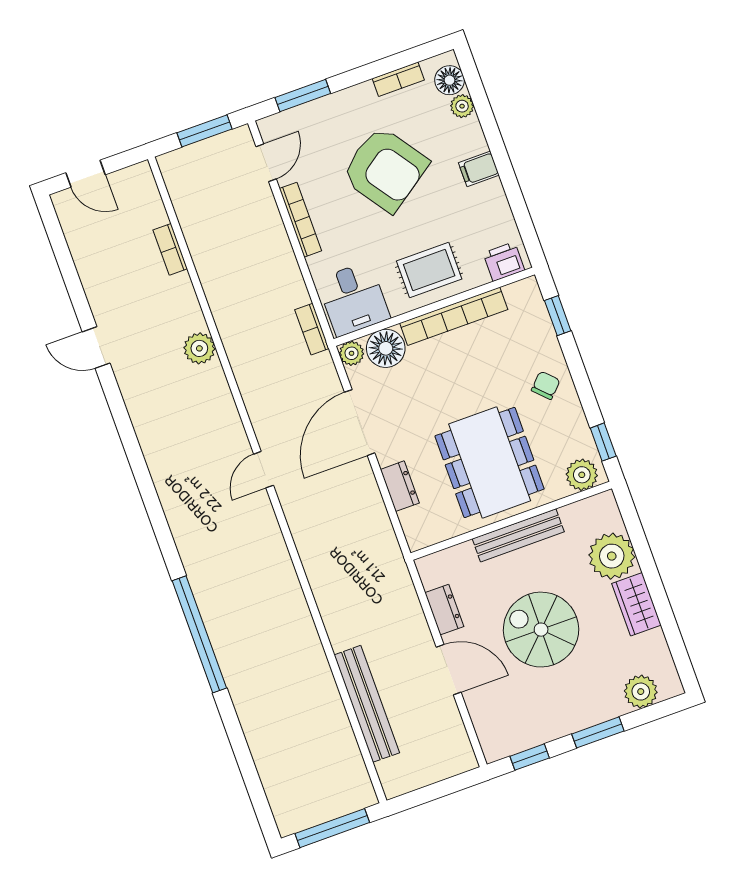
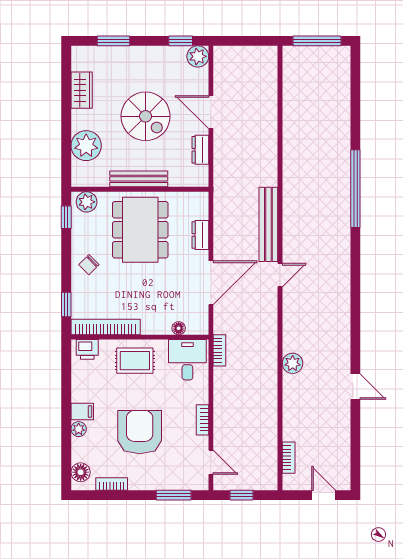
plant: (462, 106) -> (79, 429), moved
window: (204, 131) -> (242, 495), width x0.67
door: (266, 163) -> (211, 462), swing flipped
armchair: (385, 169) -> (140, 432), turned 35
bookcase: (300, 220) -> (202, 420), width x0.64
bookcase: (170, 249) -> (289, 458), moved
bookcase: (454, 316) -> (106, 327), moved
floor lamp: (386, 348) -> (179, 328), width x0.53, depth x0.53
plant: (352, 353) -> (201, 327), removed
wardrobe: (636, 604) -> (82, 90), moved
plant: (641, 692) -> (198, 56), moved
bench: (367, 704) -> (268, 224), moved
window: (598, 732) -> (113, 41), moved

